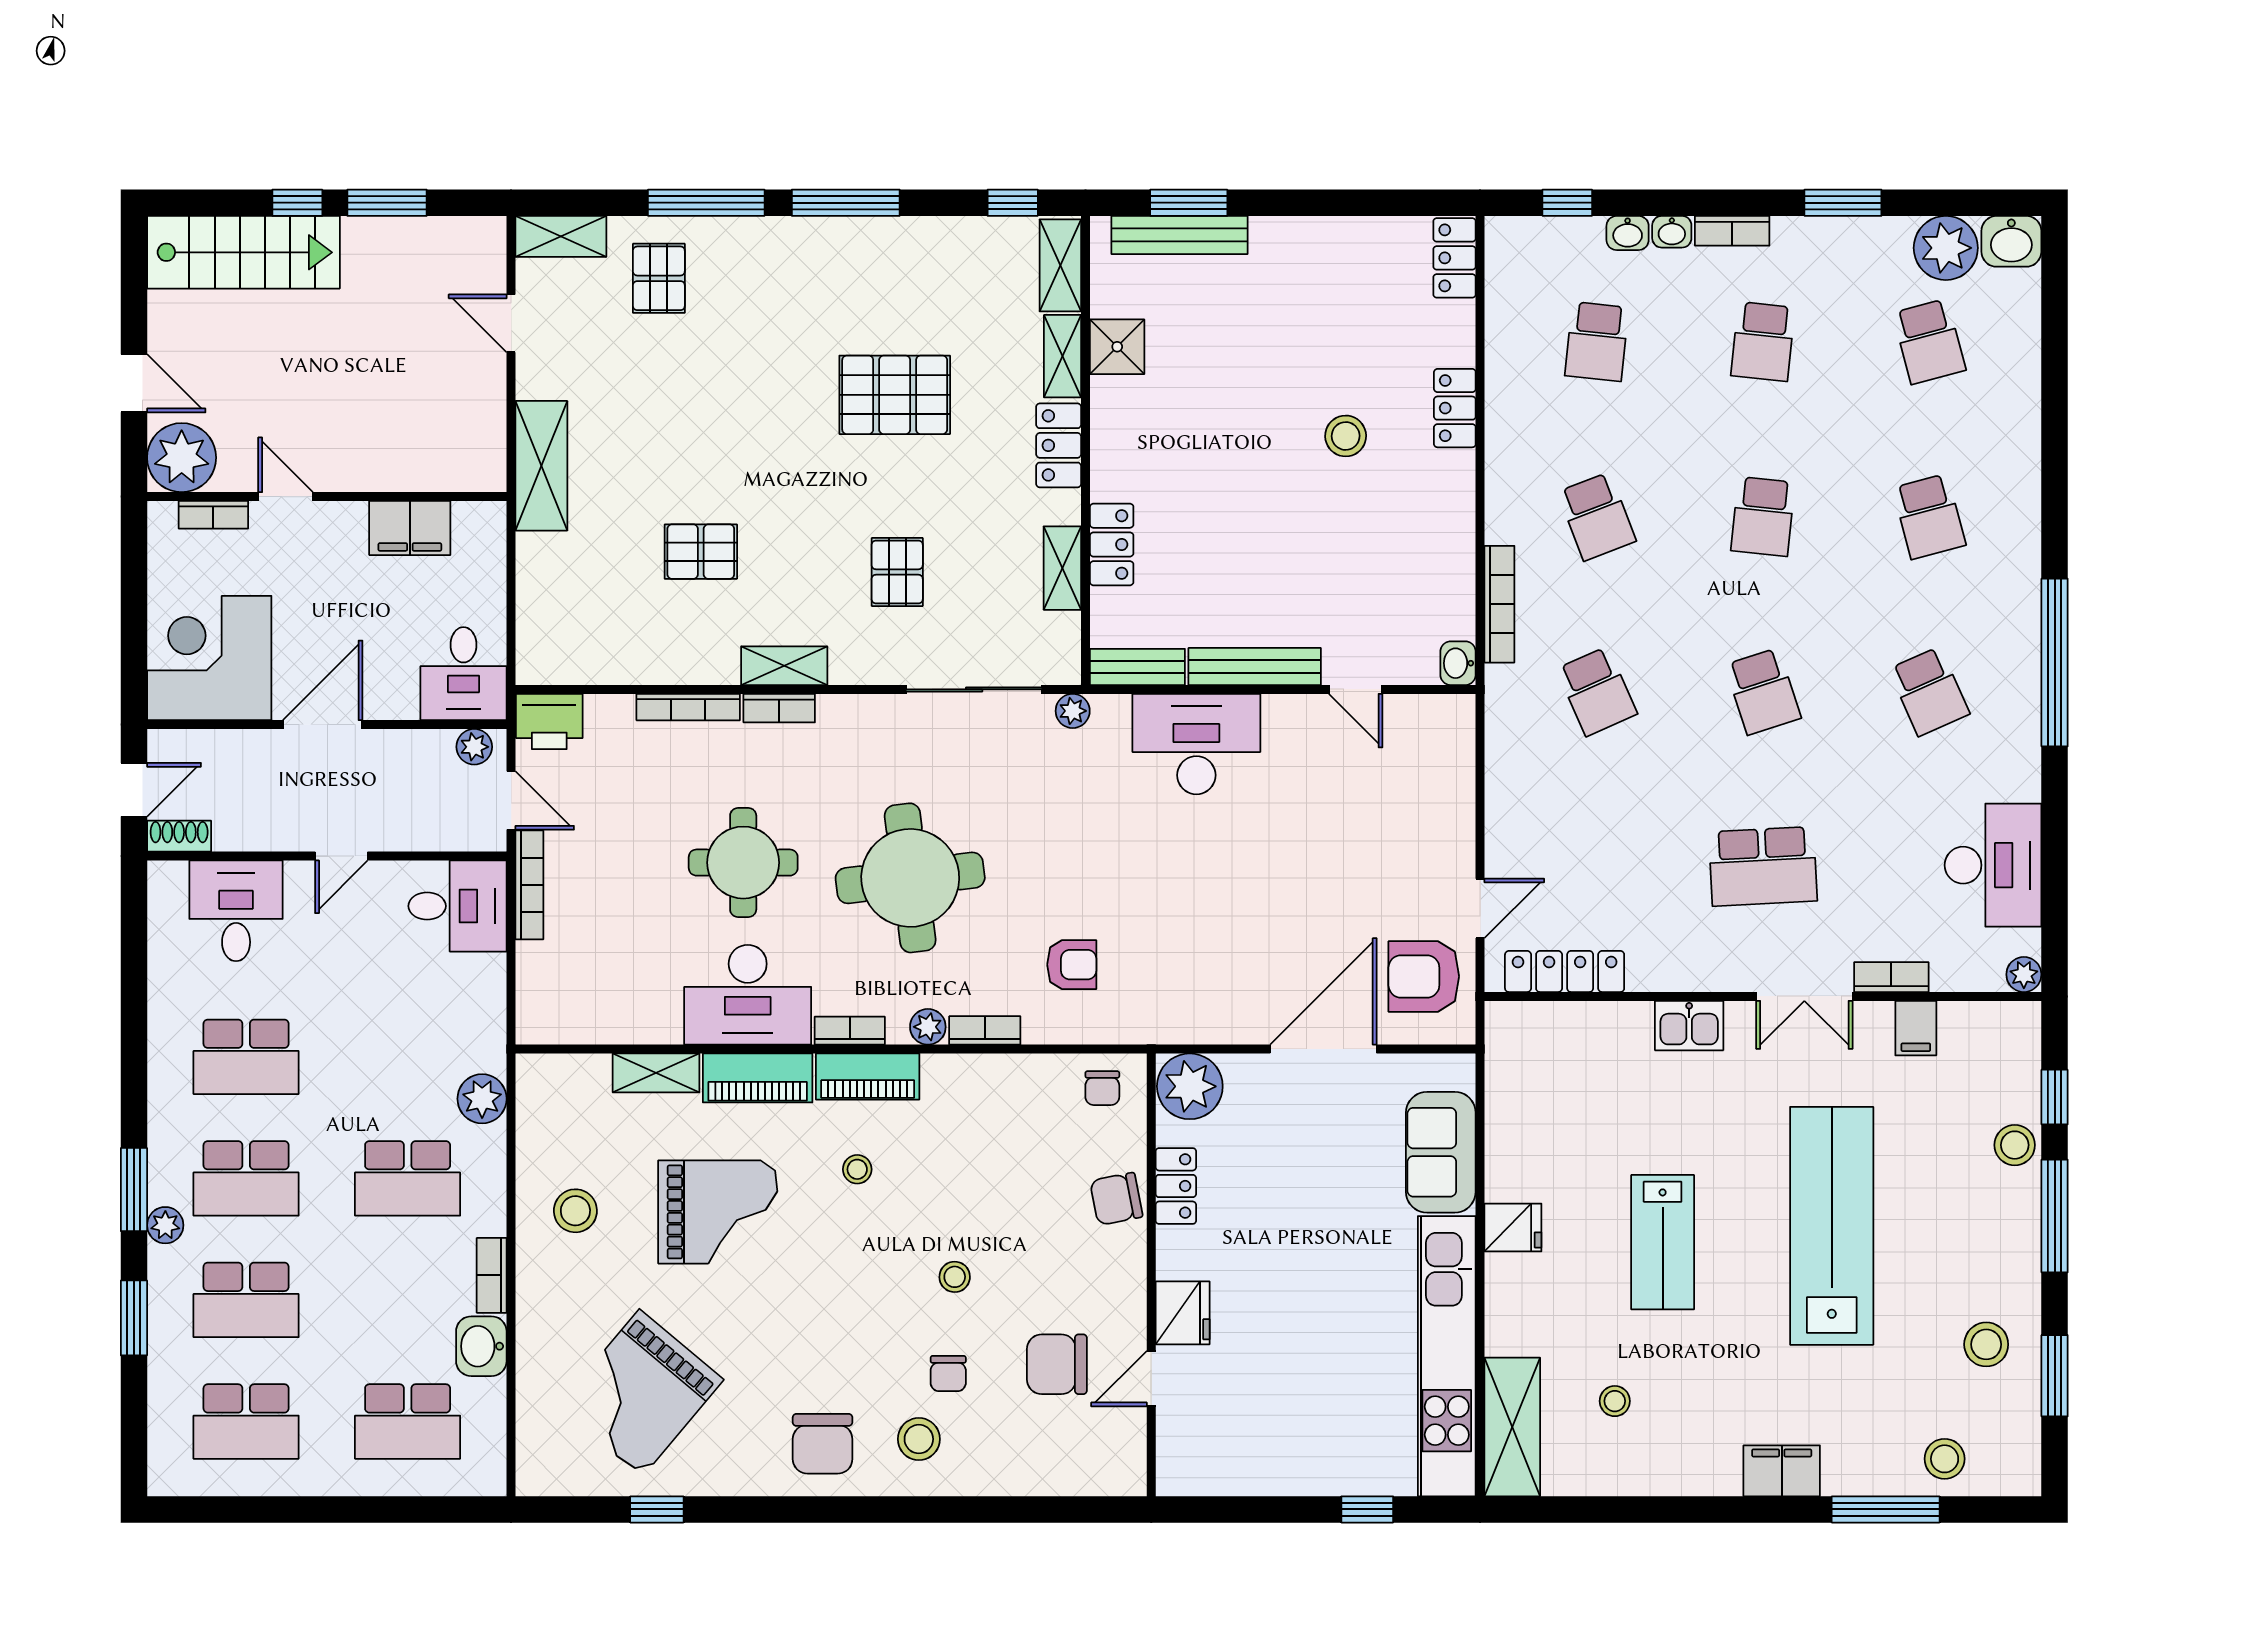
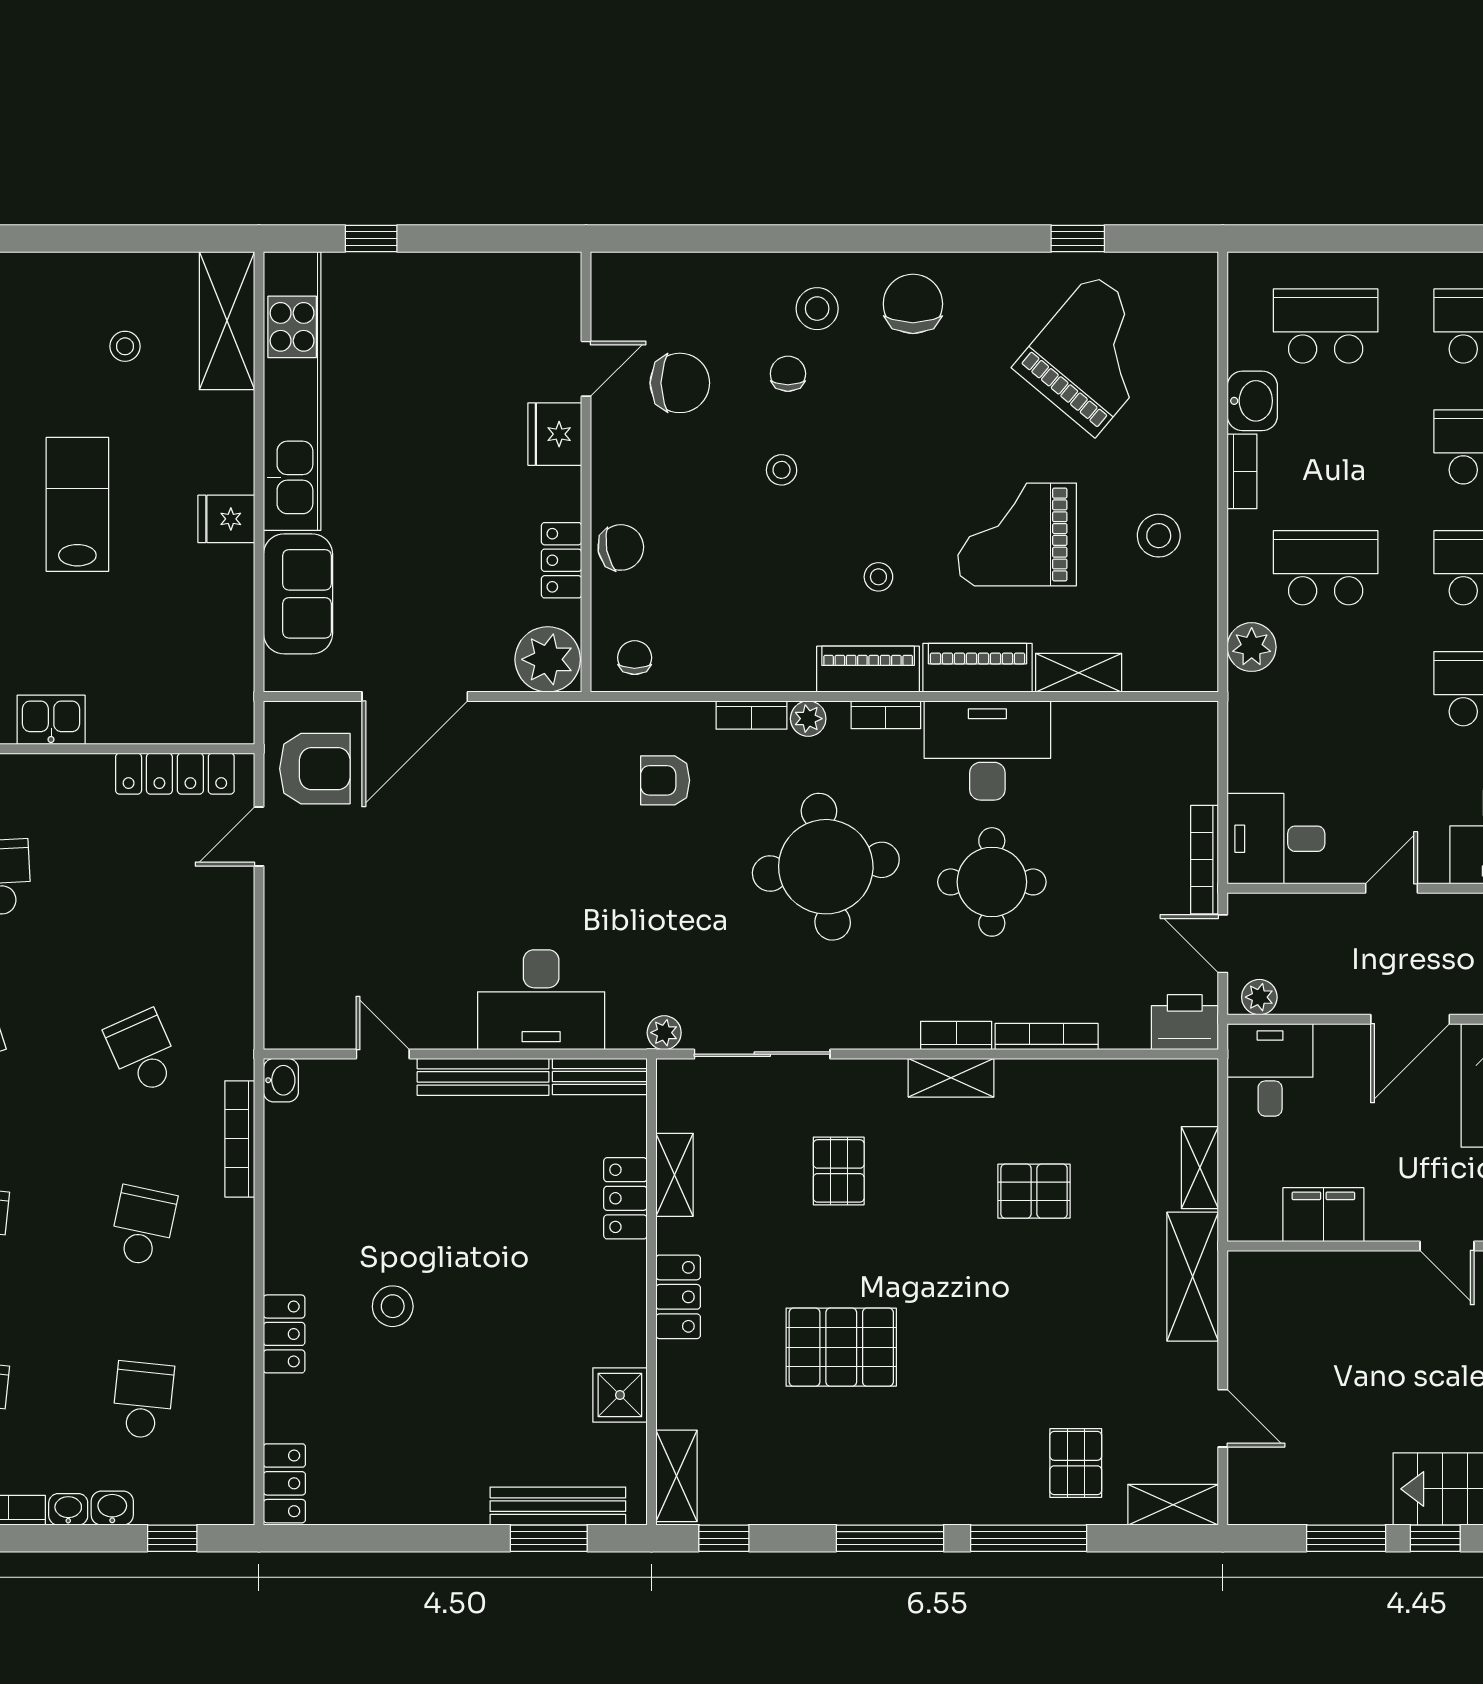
shelving: (1063, 356) -> (1200, 1168), moved
school desk: (1597, 516) -> (143, 1226), turned 33

